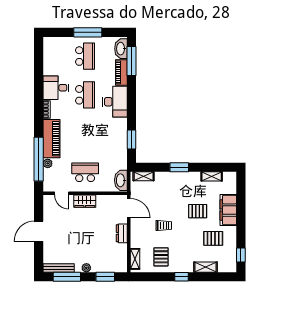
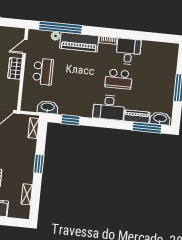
school desk: (85, 56) -> (156, 83), removed
washbasin: (121, 180) -> (48, 107), moved

